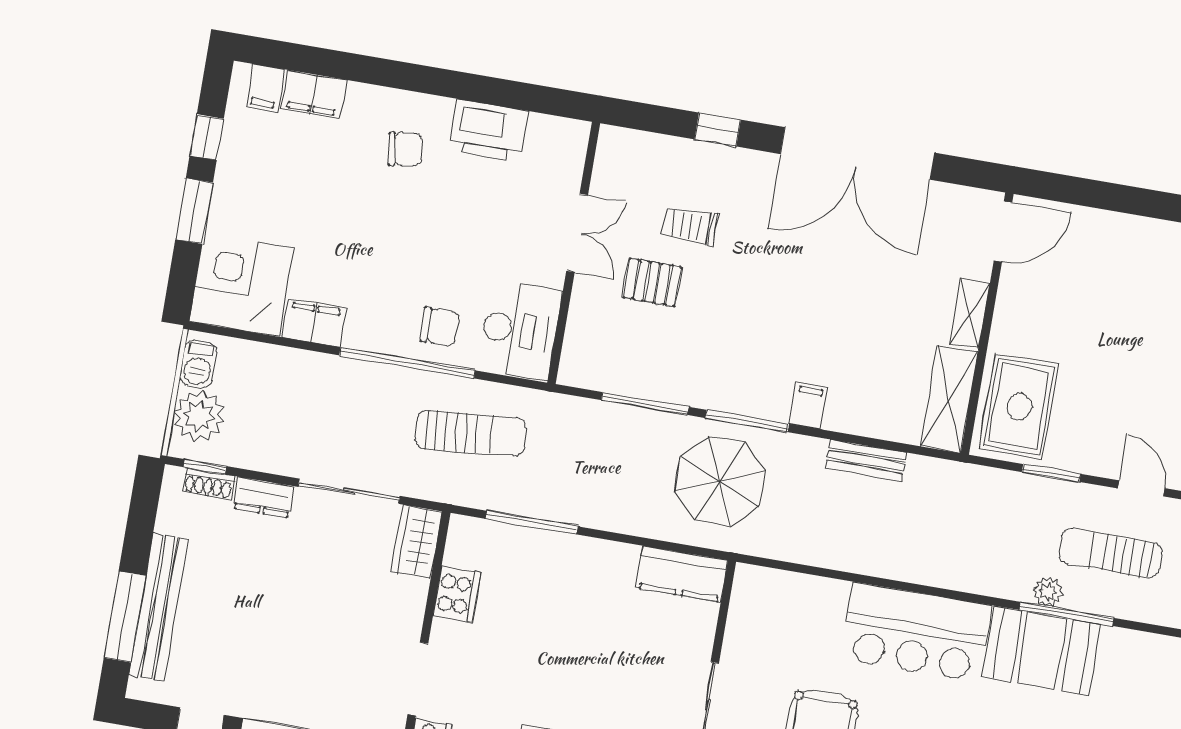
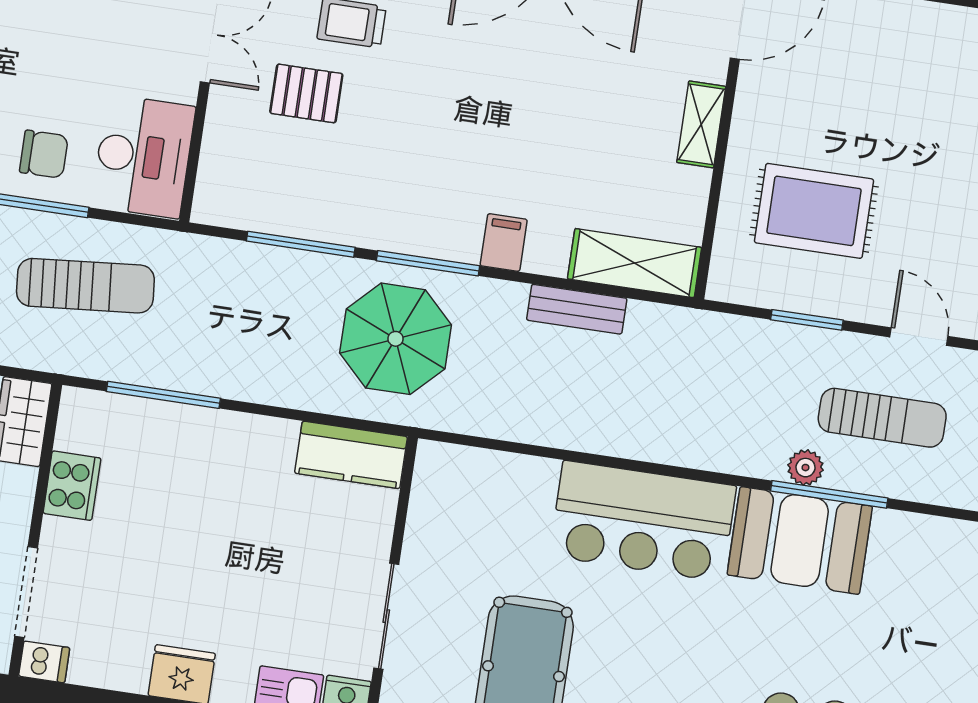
shelving: (949, 399) -> (635, 263), moved, turned 90
rug: (1019, 406) -> (814, 211), moved, turned 90
sun lounger: (1110, 553) -> (882, 418), turned 180

